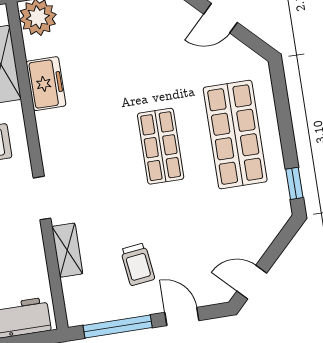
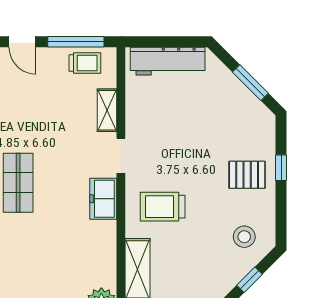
freezer: (46, 84) -> (103, 199), moved
trolley: (138, 264) -> (85, 63), moved, turned 97

